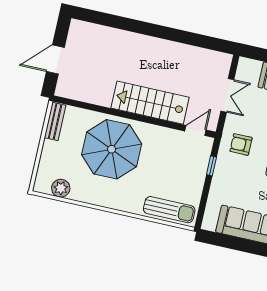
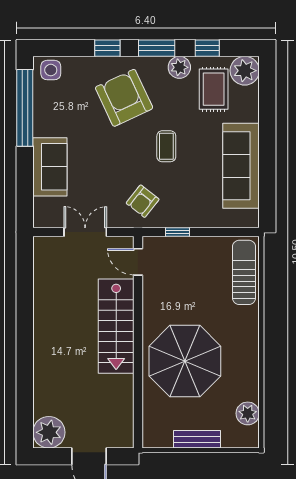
plant: (81, 33) -> (49, 432), added
bench: (55, 121) -> (197, 439), moved
armchair: (241, 144) -> (143, 201), turned 38

